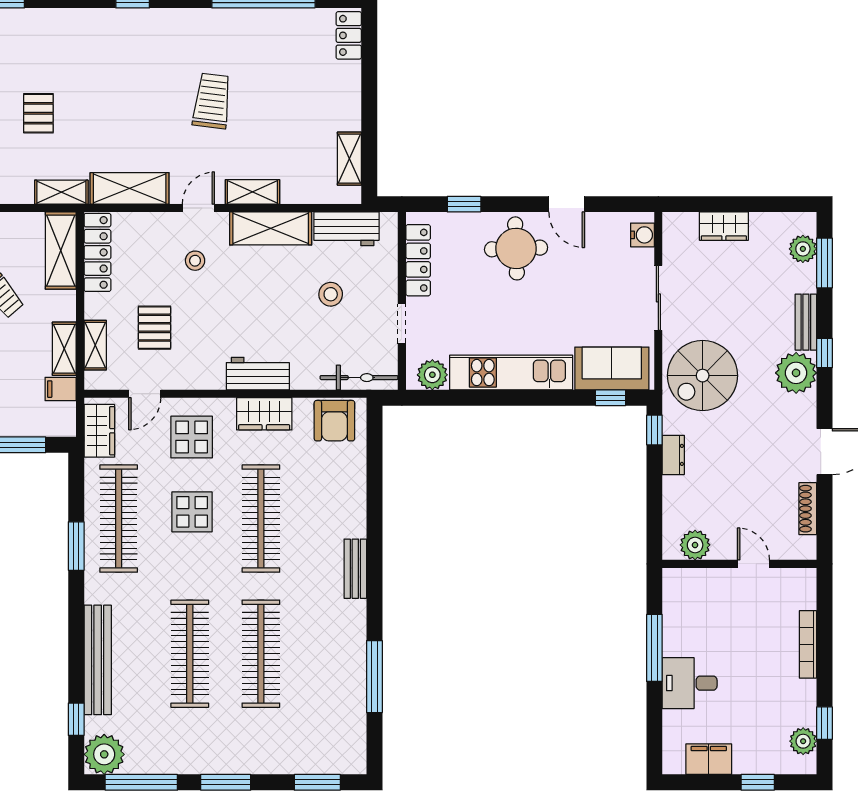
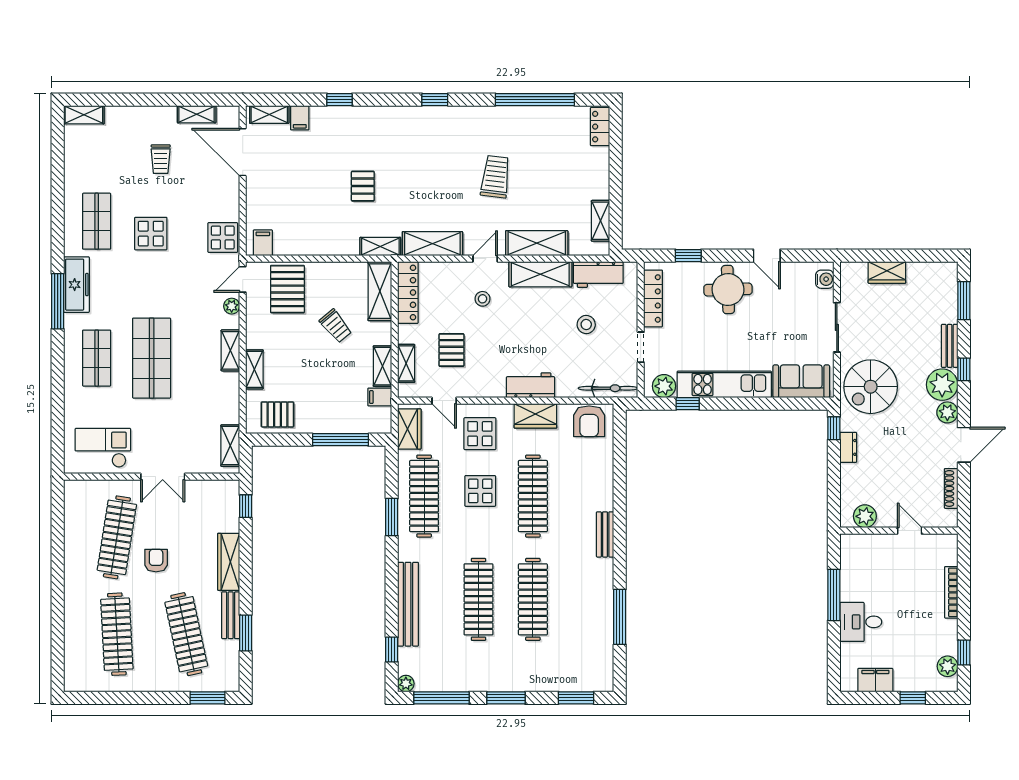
shelving: (252, 192) -> (537, 243), width x1.50, depth x1.33
plant: (803, 249) -> (947, 412), moved
door: (145, 394) -> (444, 401), hinge flipped
window: (610, 398) -> (688, 404), moved
plant: (104, 754) -> (406, 684), width x0.53, depth x0.53

